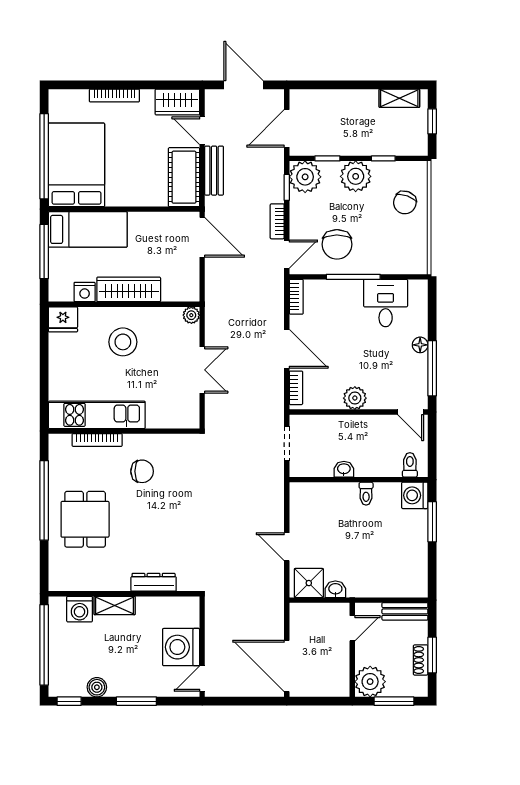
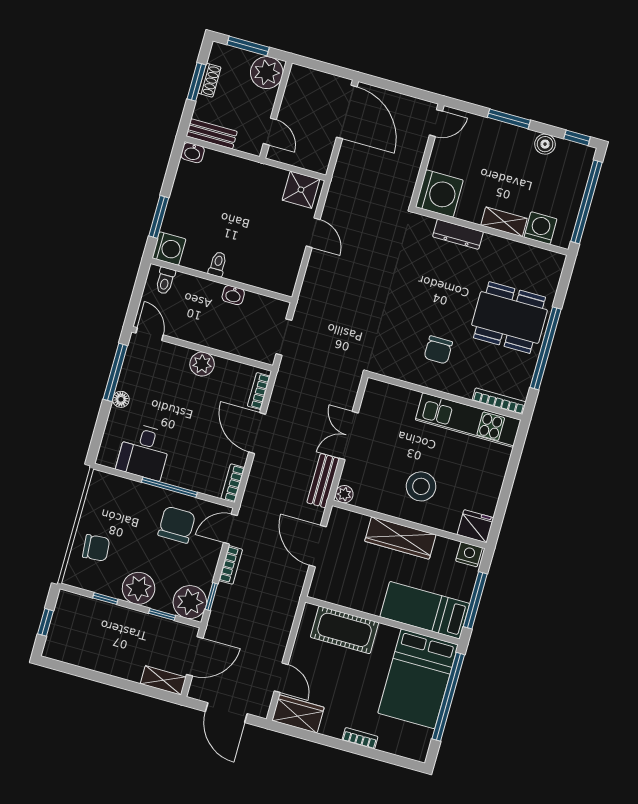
bookcase: (114, 96) -> (360, 738), width x0.64
shelving: (399, 98) -> (163, 680), moved
bench: (214, 171) -> (323, 481), moved
cot: (184, 177) -> (345, 630), moved, turned 90
chair: (405, 203) -> (96, 548), turned 65
door: (202, 237) -> (318, 546), moved
nightstand: (85, 292) -> (469, 554), moved
bookcase: (97, 440) -> (499, 401), moved
chair: (142, 471) -> (438, 350), turned -90
dining table: (85, 519) -> (509, 318), width x1.38
washbasin: (335, 589) -> (193, 153), moved
door: (352, 628) -> (270, 132), swing flipped
washing machine: (181, 647) -> (439, 194), moved

